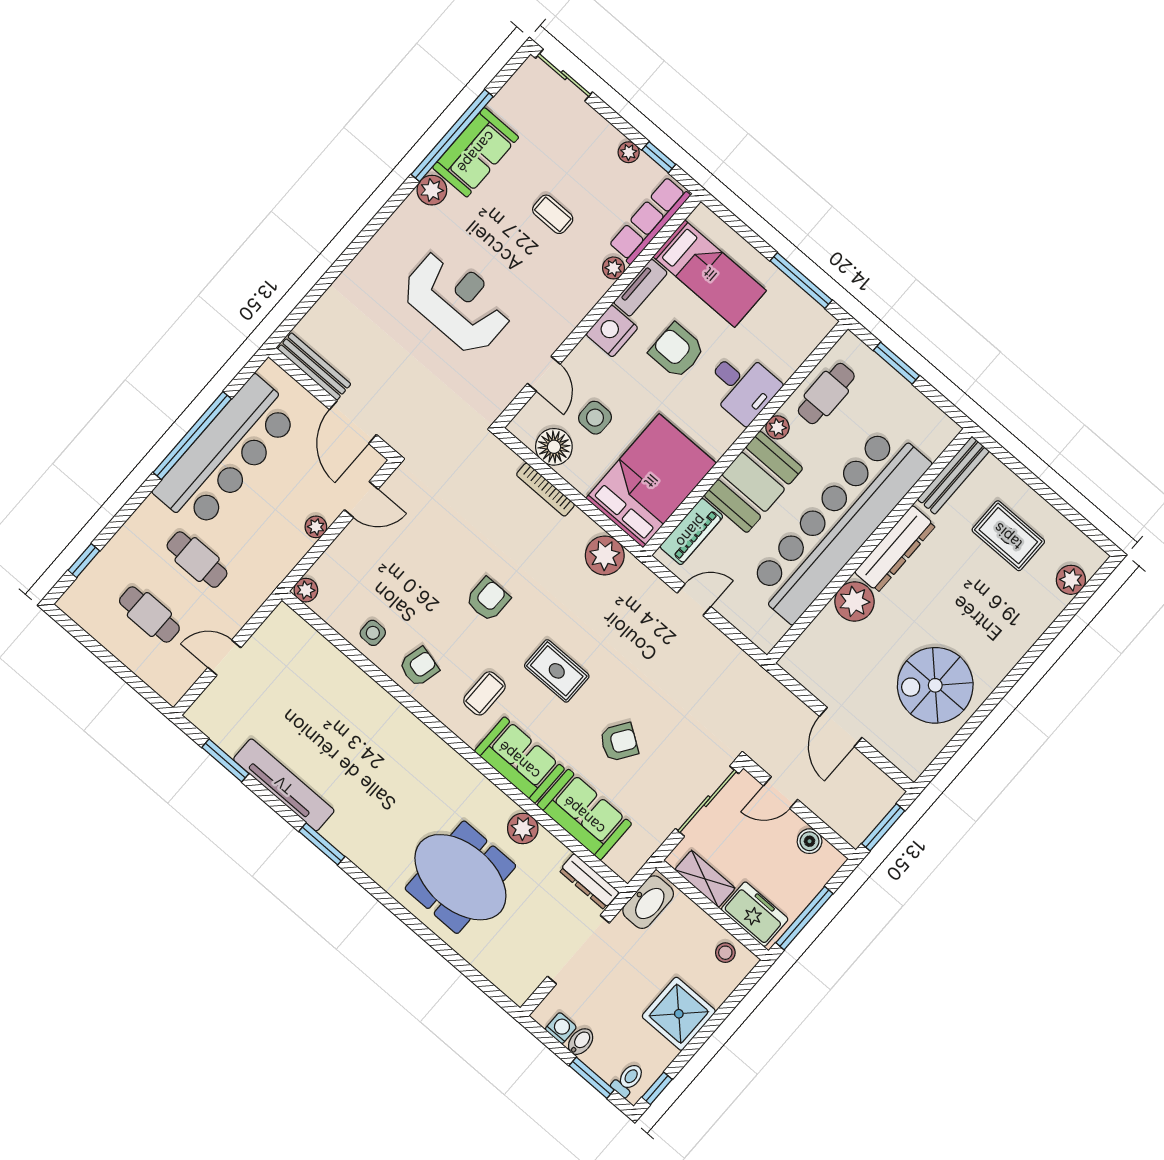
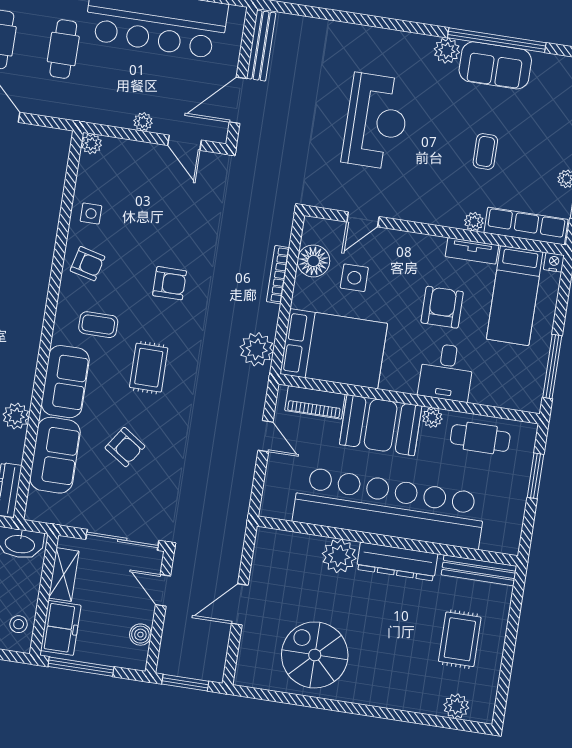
nightstand: (612, 331) -> (554, 262), moved, width x0.53, depth x0.56

